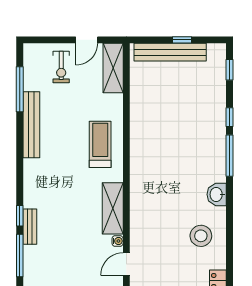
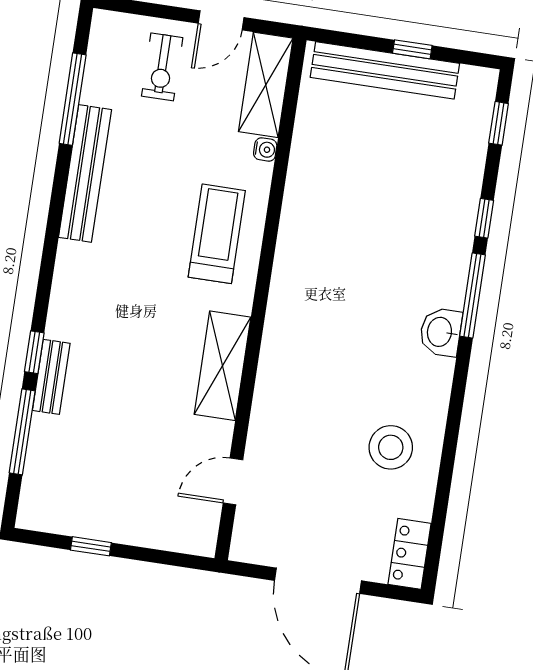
washbasin: (217, 194) -> (441, 332), moved
water cooler: (118, 241) -> (265, 149), moved

